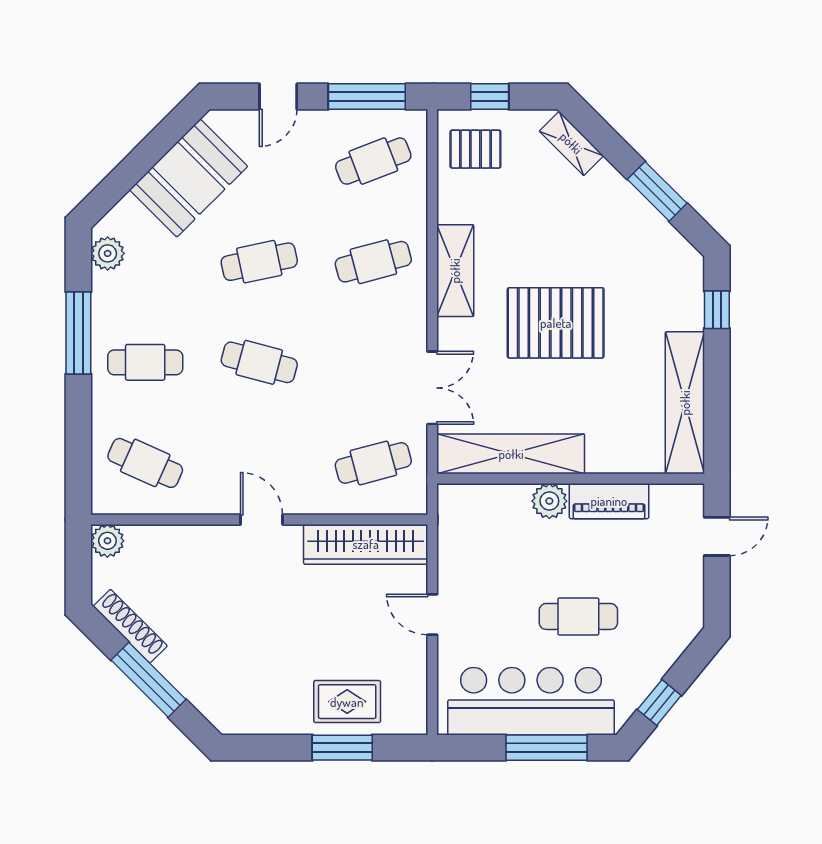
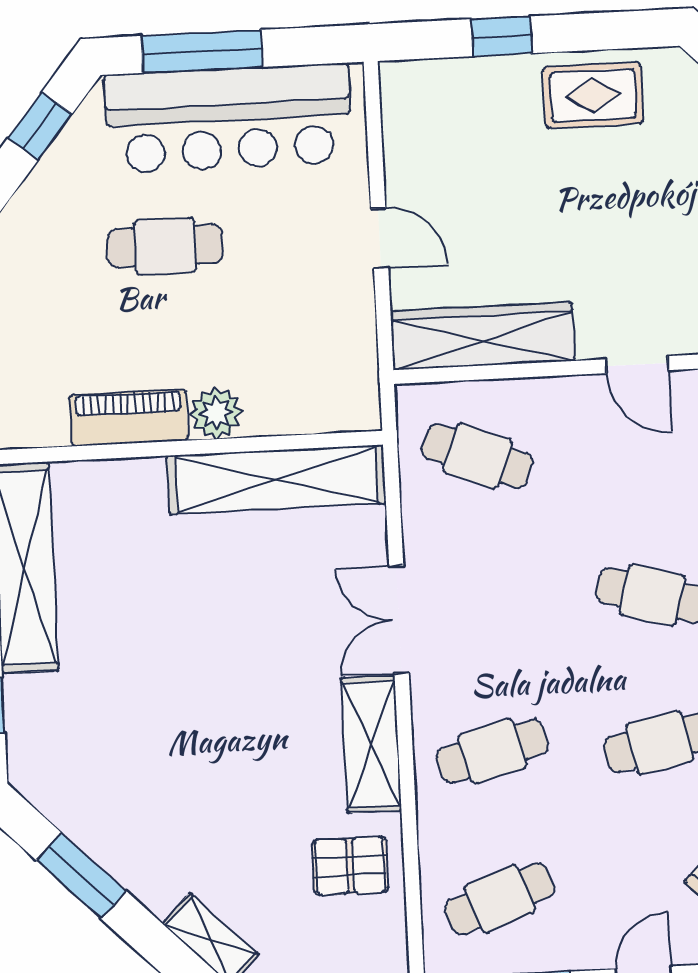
pallet: (475, 149) -> (350, 866), moved
pallet: (556, 323) -> (220, 675), removed
double door: (432, 388) -> (399, 620), moved
cafe table: (373, 463) -> (477, 456), turned 36
rug: (347, 702) -> (593, 95), moved
window: (342, 748) -> (502, 36), width x0.67

